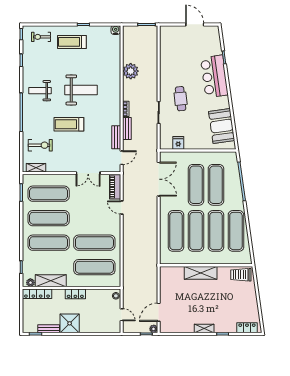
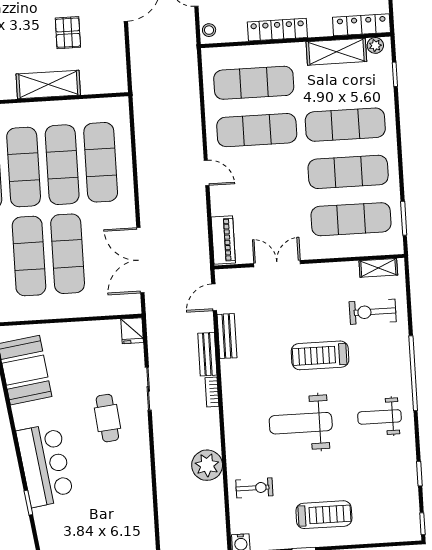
exercise bike: (41, 37) -> (254, 488), moved
weight bench: (40, 91) -> (379, 417), turned 180
treadmill: (69, 124) -> (320, 355), turned 180
fridge: (178, 143) -> (132, 331), moved
door: (122, 207) -> (207, 173), moved
locker: (75, 294) -> (277, 30), width x1.53
pallet: (189, 299) -> (68, 33), added

